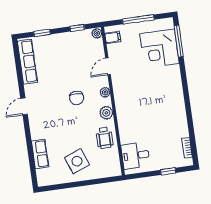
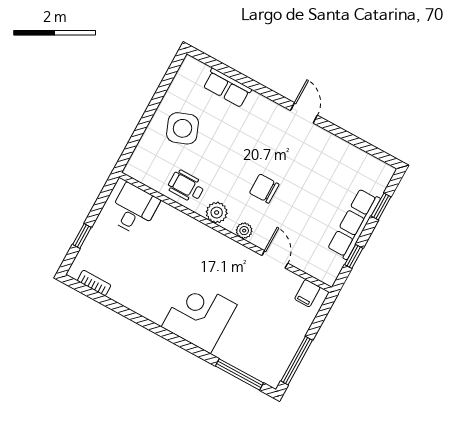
window: (138, 19) -> (297, 361), moved
plant: (97, 33) -> (328, 277), removed
corner desk: (159, 49) -> (199, 316), moved
row of seats: (27, 62) -> (354, 224), moved, turned 90

